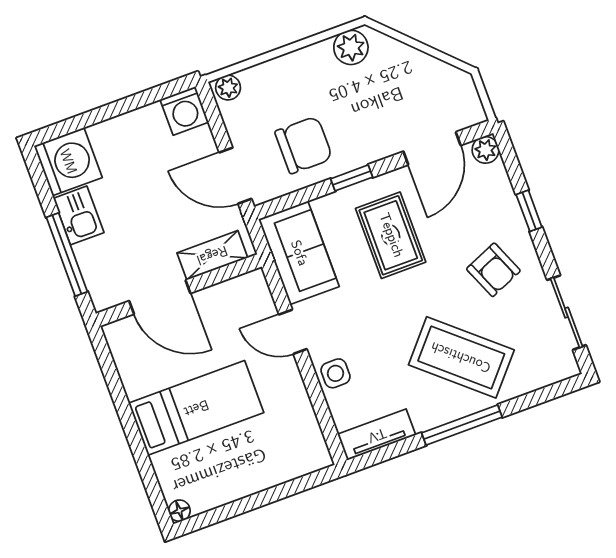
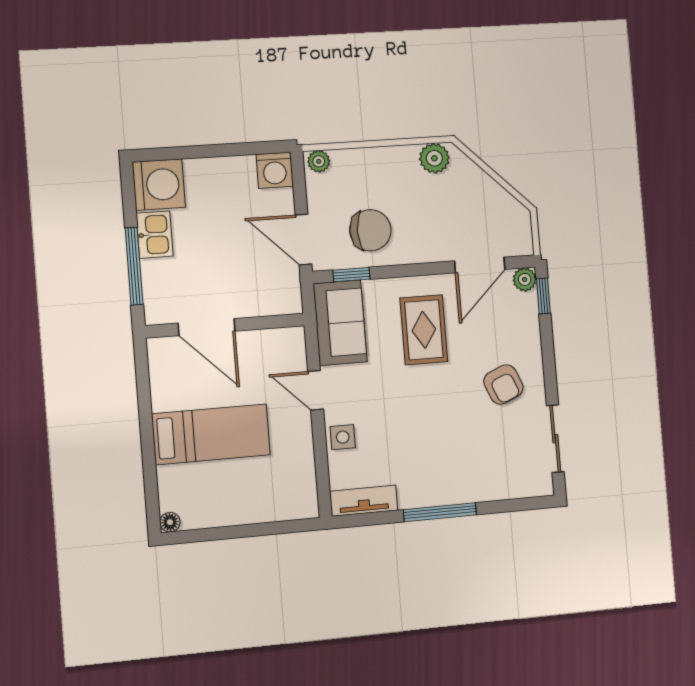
window: (352, 178) -> (351, 275), moved
window: (529, 211) -> (543, 296), moved
shelving: (212, 255) -> (264, 303), removed
coffee table: (461, 357) -> (455, 453), removed

